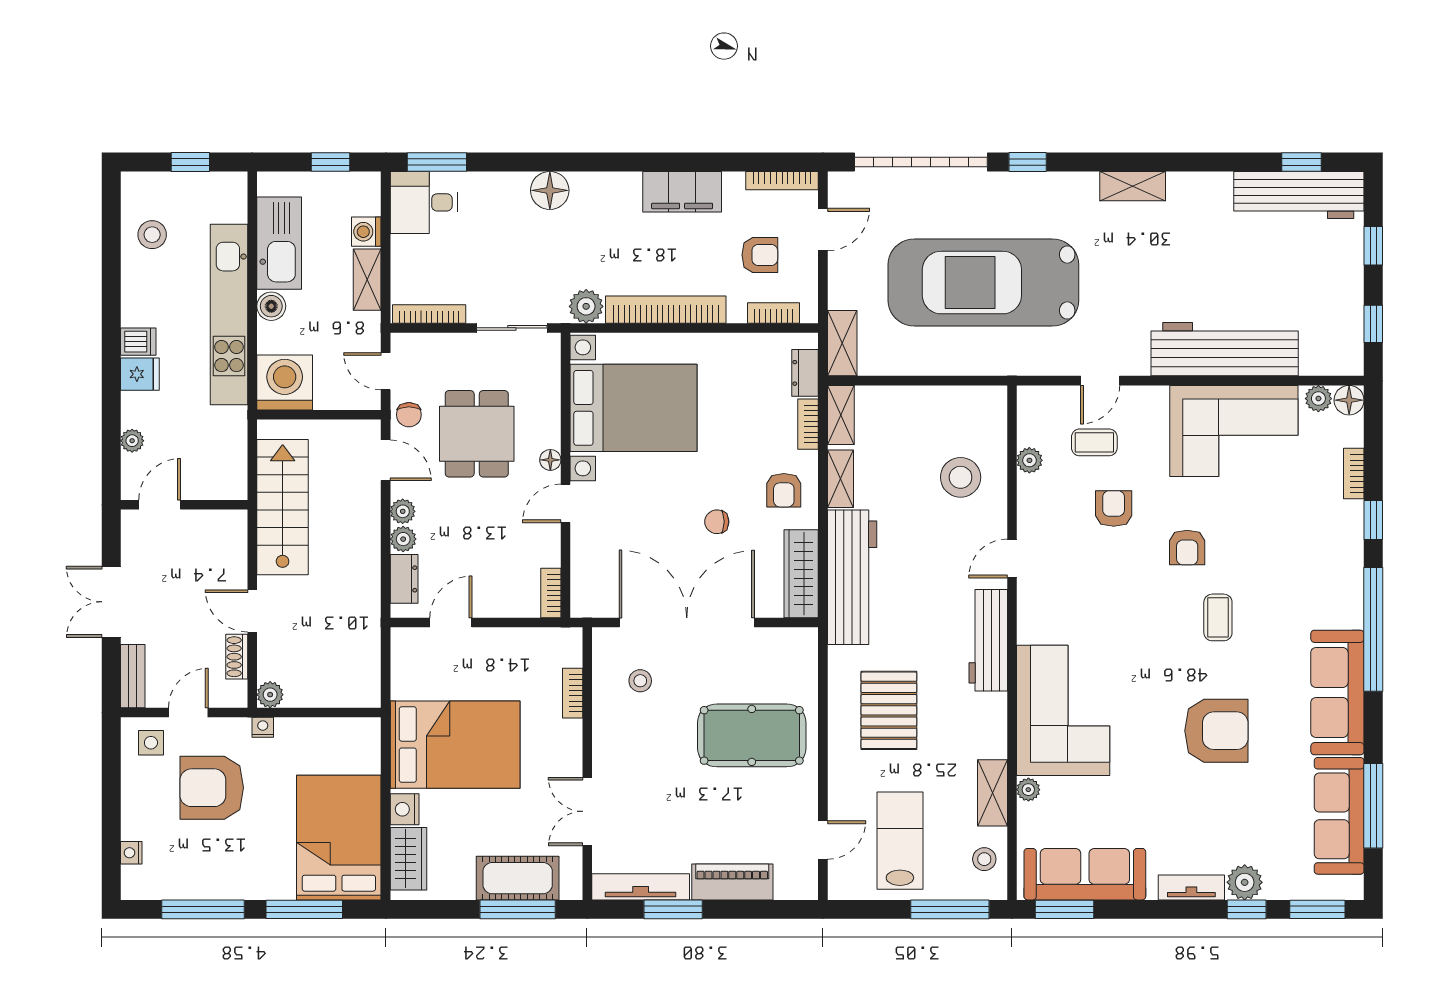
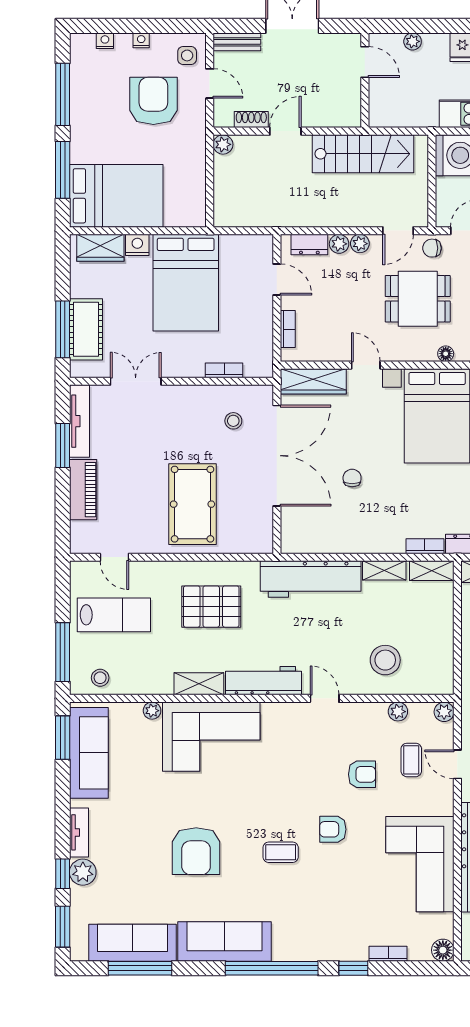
plant: (1318, 399) -> (444, 712), moved
floor lamp: (550, 460) -> (446, 354), moved
armchair: (784, 490) -> (376, 528), removed
wardrobe: (801, 574) -> (313, 381), moved, turned 180
bookcase: (551, 593) -> (288, 329), moved, turned 90
nightstand: (263, 727) -> (141, 40), moved, turned -90
shelving: (992, 793) -> (199, 684), moved

